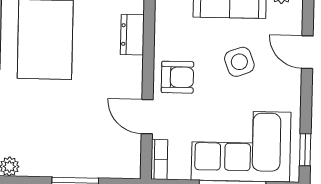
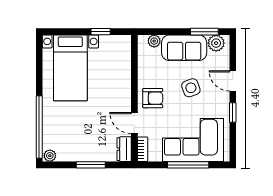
dresser: (132, 35) -> (124, 149), moved
window: (305, 150) -> (233, 113), moved

